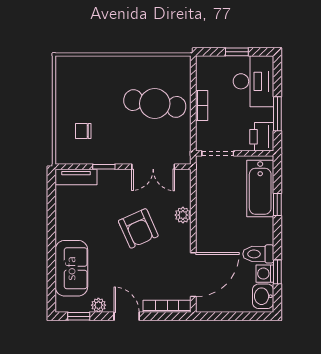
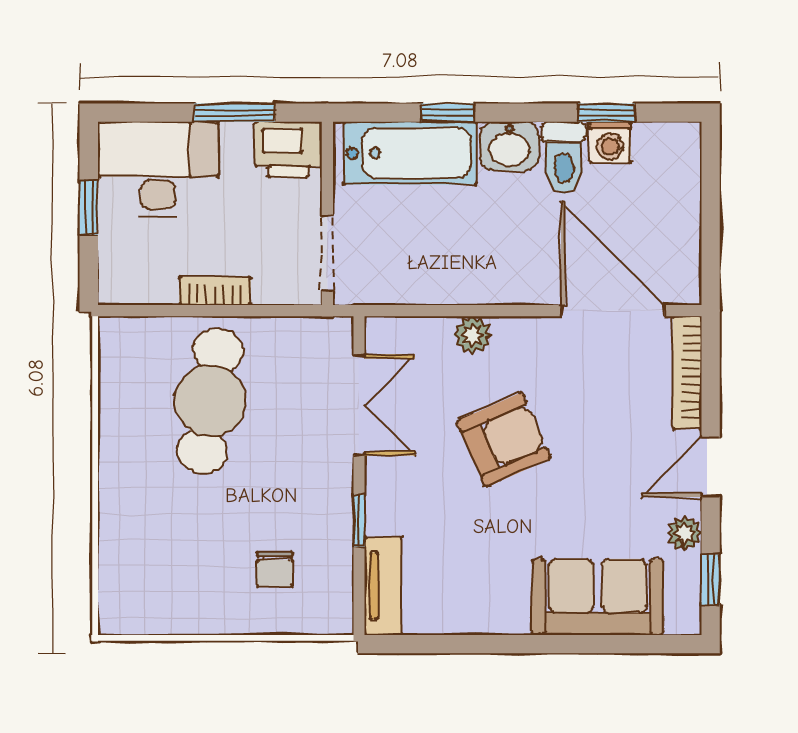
washbasin: (263, 296) -> (509, 146), moved

